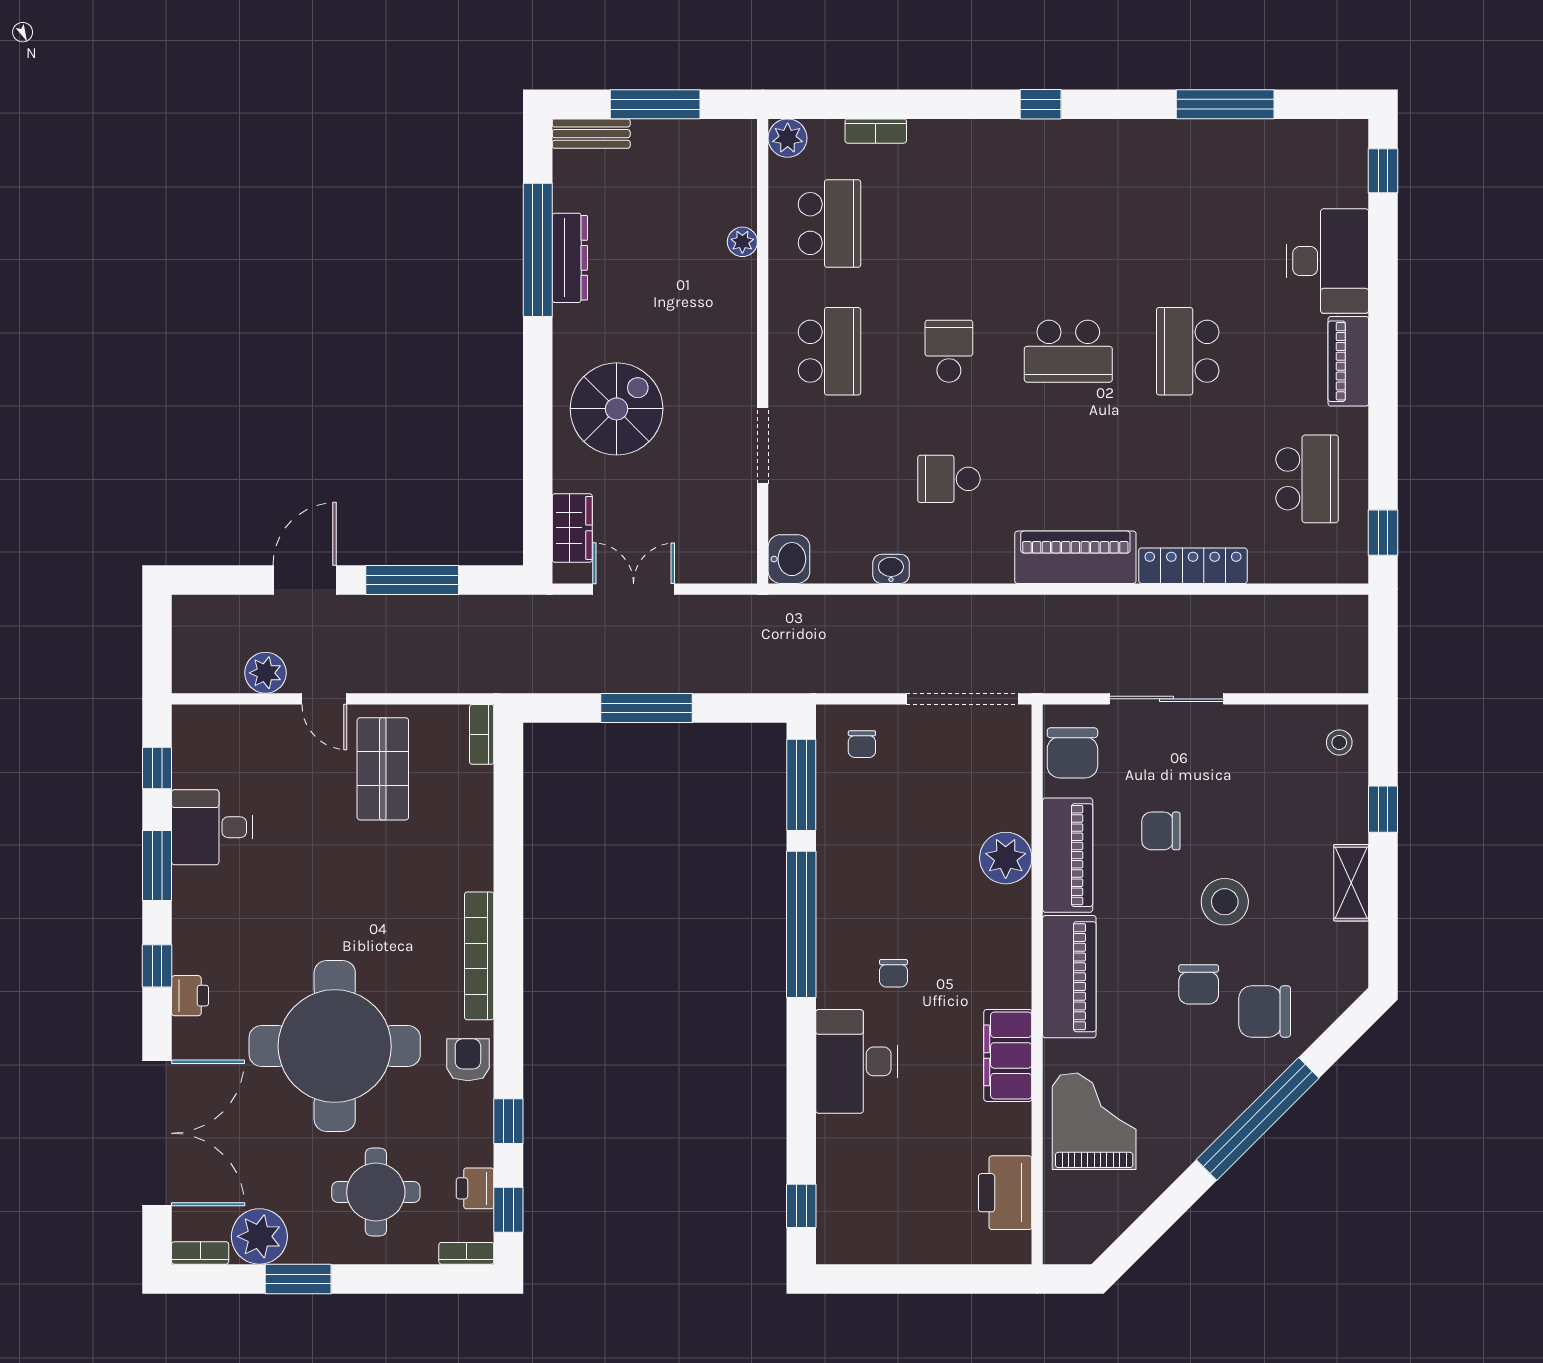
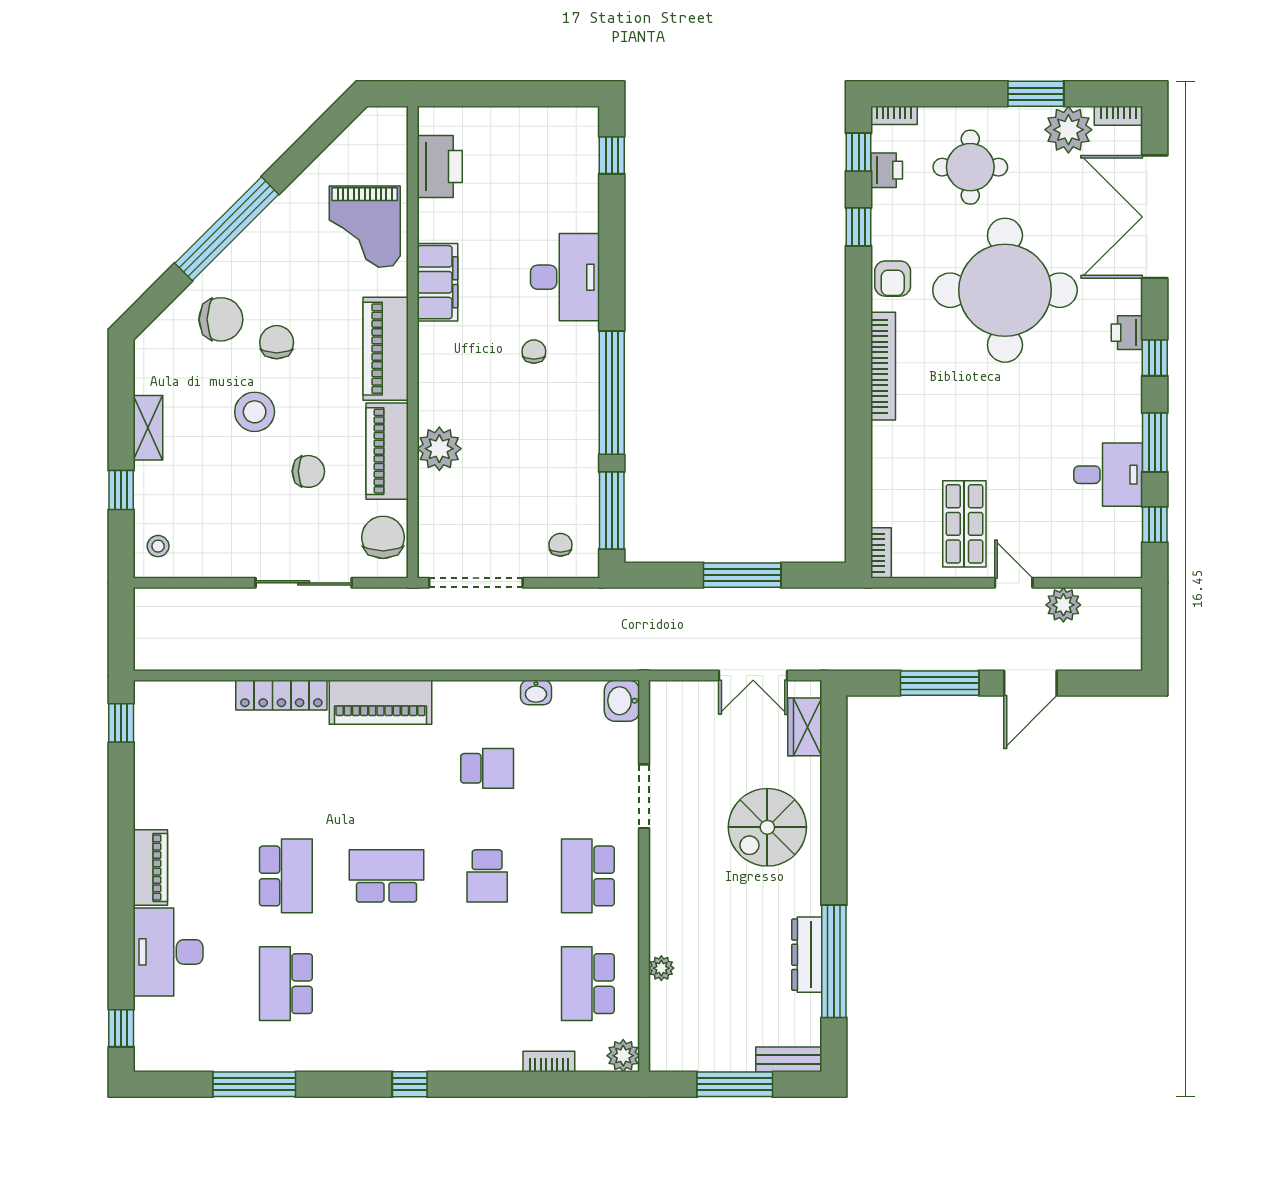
school desk: (1307, 479) -> (286, 984), moved

